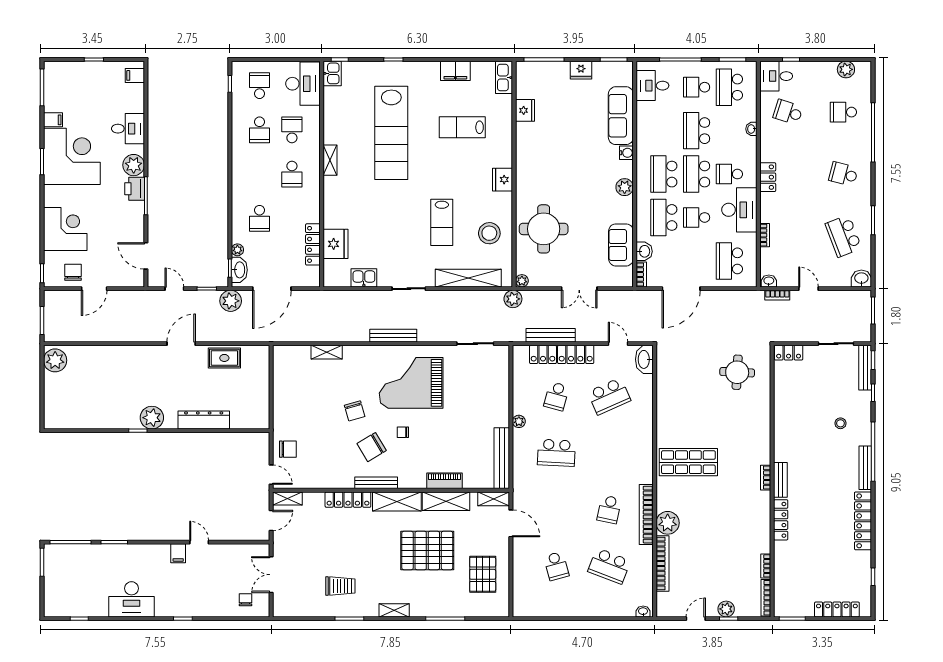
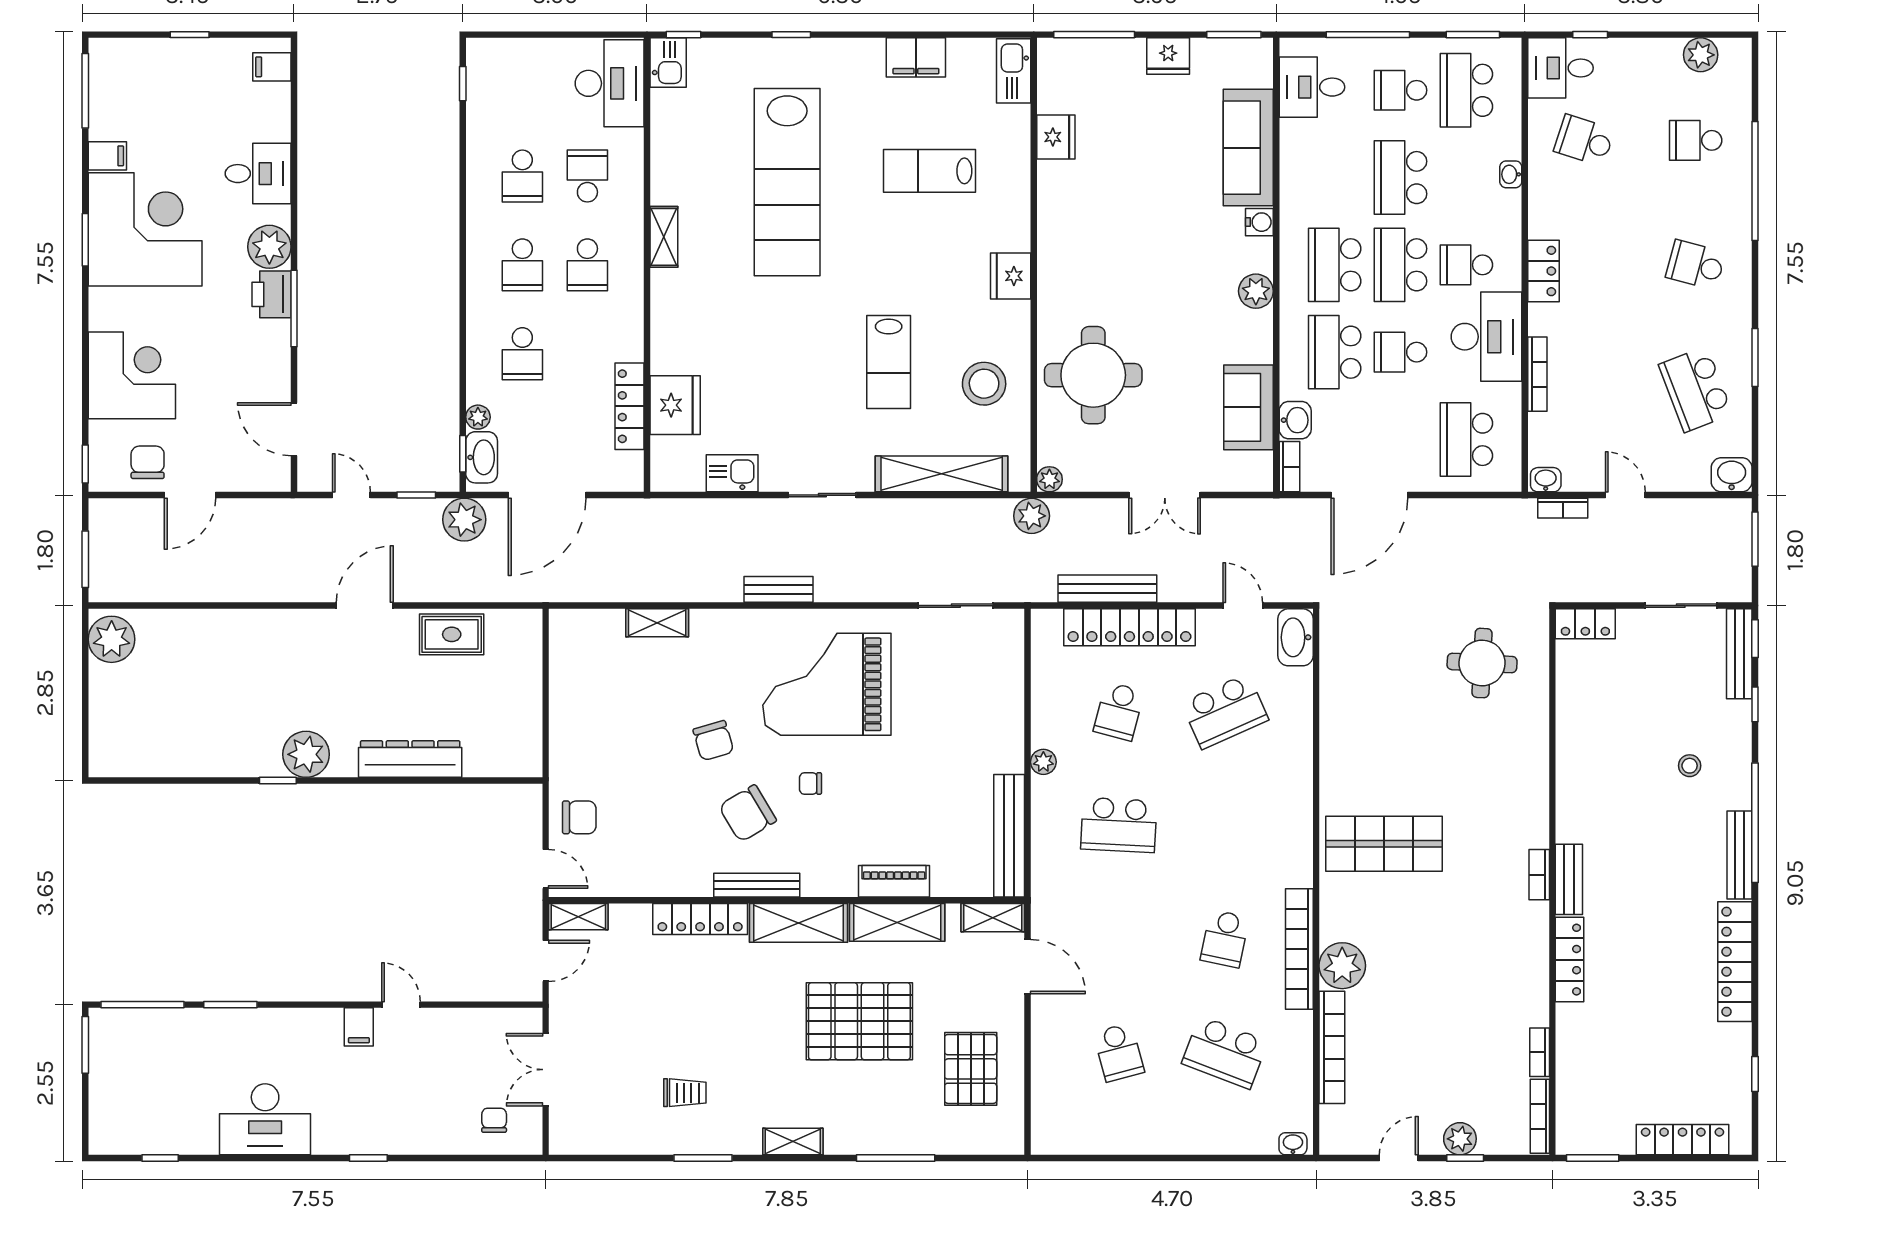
school desk: (260, 86) -> (522, 265), moved, turned 180
bookcase: (765, 235) -> (1537, 374), width x1.56
bench: (393, 336) -> (779, 589), width x0.73
trolley: (340, 586) -> (685, 1093), width x0.73, depth x0.72

